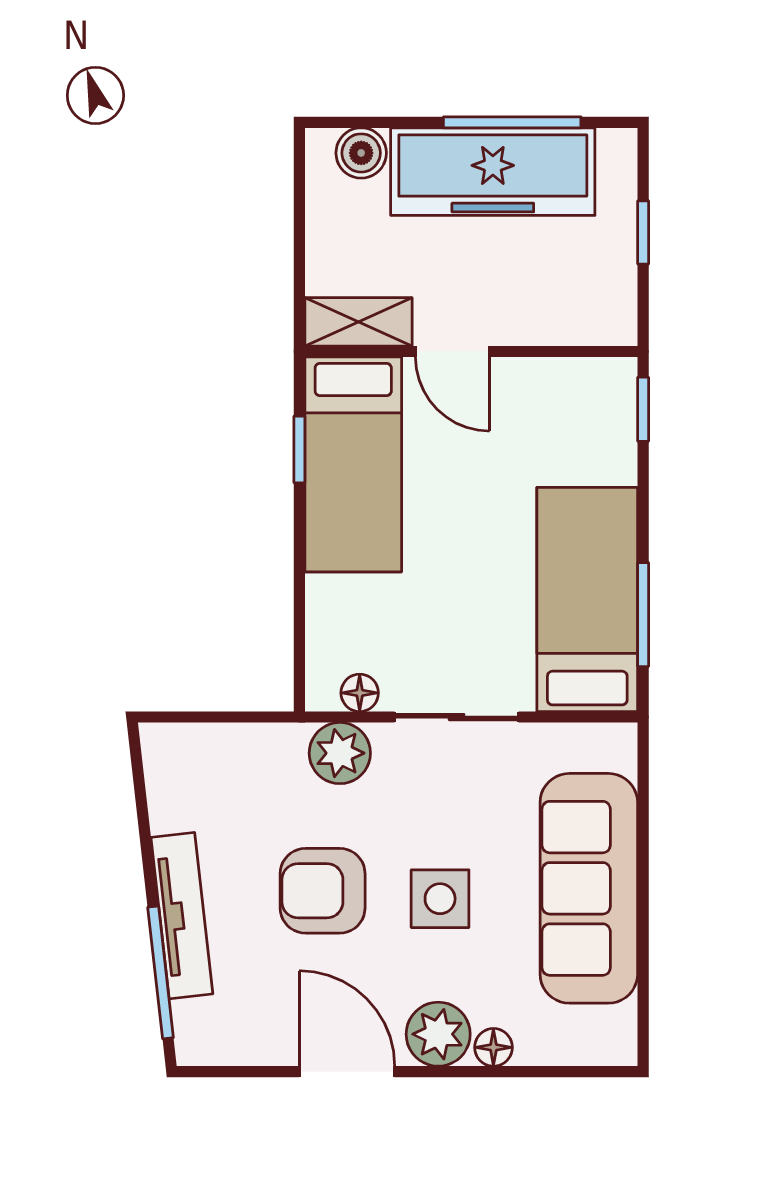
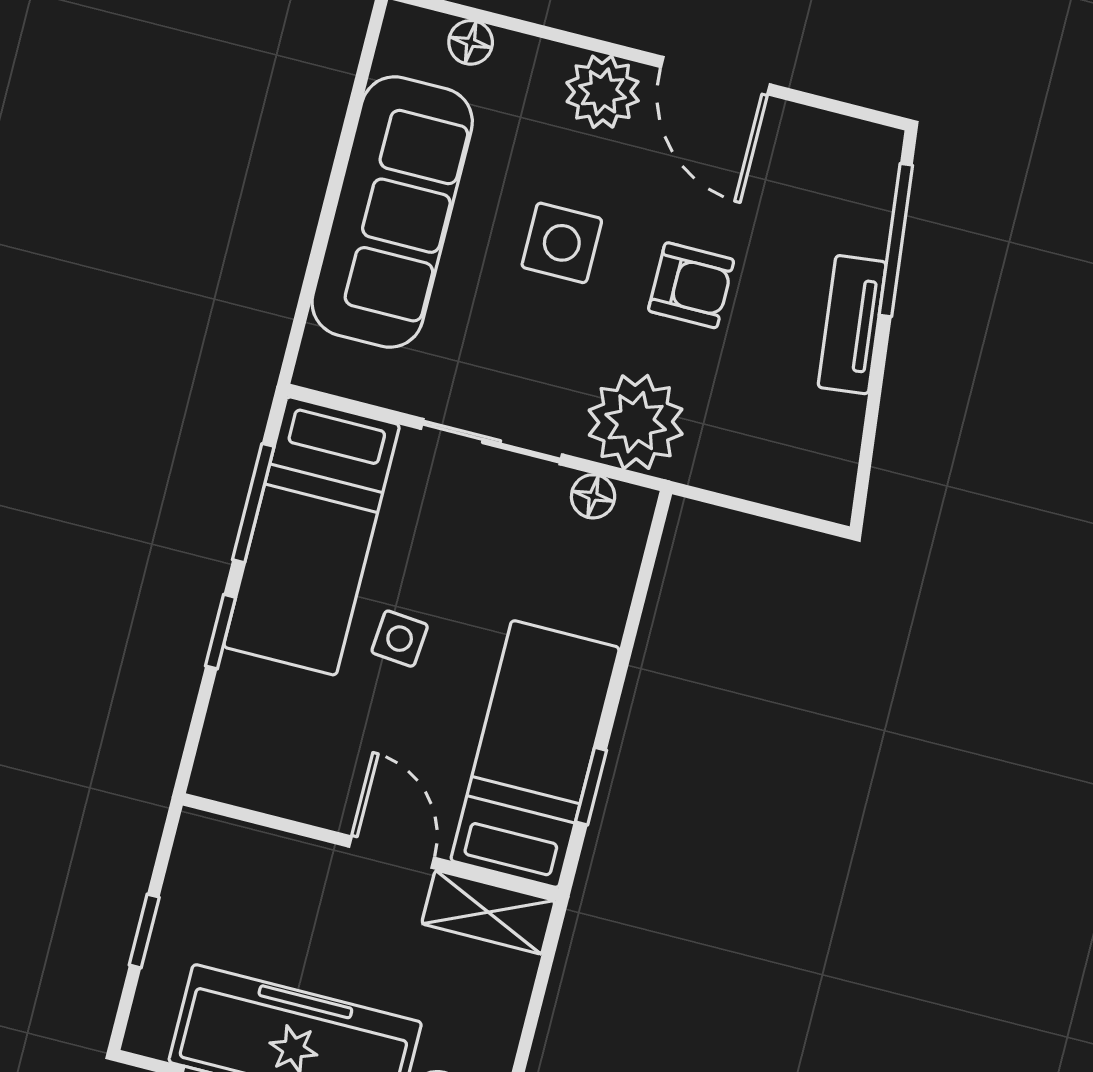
window: (643, 409) -> (221, 632), moved
side table: (492, 532) -> (400, 639), added
plant: (340, 753) -> (636, 422), width x1.36, depth x1.36
armchair: (323, 891) -> (691, 285), width x0.72, depth x0.72
tv unit: (182, 916) -> (852, 325), width x0.71
floor lamp: (493, 1047) -> (471, 42), moved

